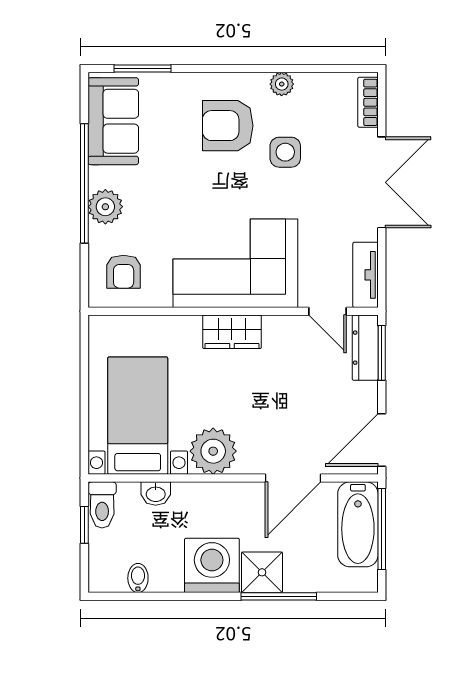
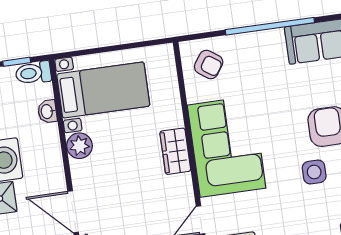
plant: (105, 207) -> (255, 44), removed
armchair: (124, 272) -> (209, 64), turned -145
plant: (213, 451) -> (79, 146), width x0.73, depth x0.73

